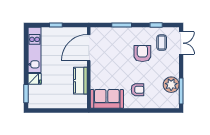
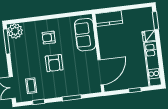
armchair: (142, 53) -> (54, 63), moved
kitchen counter: (80, 81) -> (109, 18), moved, turned 90
plant: (171, 85) -> (15, 31), moved
sofa: (107, 99) -> (85, 35), moved, turned 90

